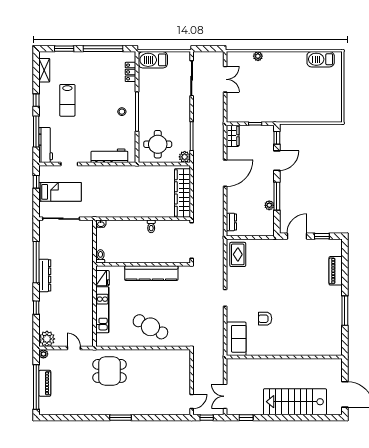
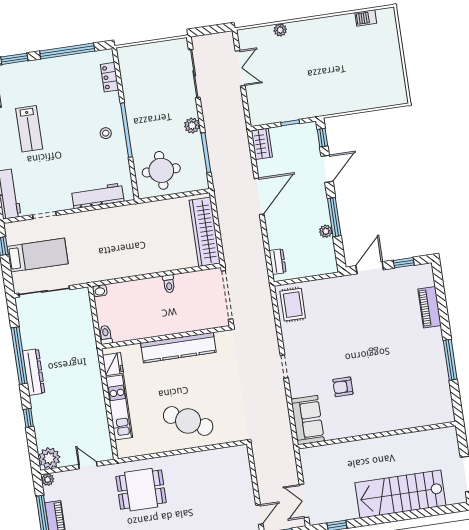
barbecue: (321, 59) -> (366, 18), width x0.53, depth x0.65
barbecue: (153, 60) -> (138, 56), removed
plant: (185, 157) -> (192, 126), moved

